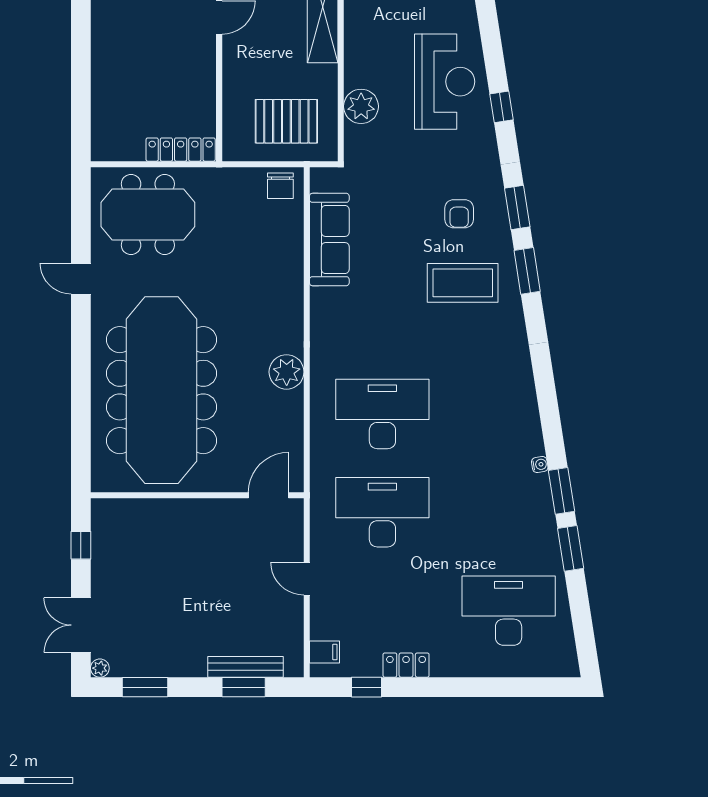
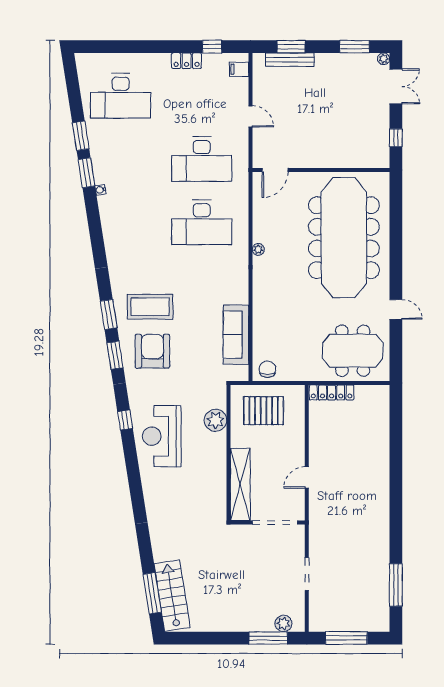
armchair: (459, 214) -> (152, 351), width x1.88, depth x1.88
plant: (287, 372) -> (258, 249), width x0.53, depth x0.53

